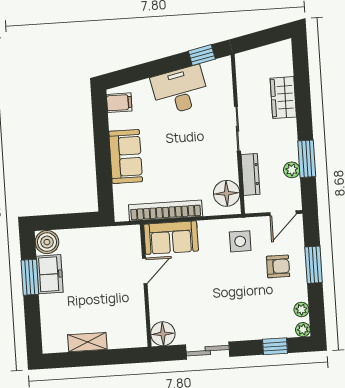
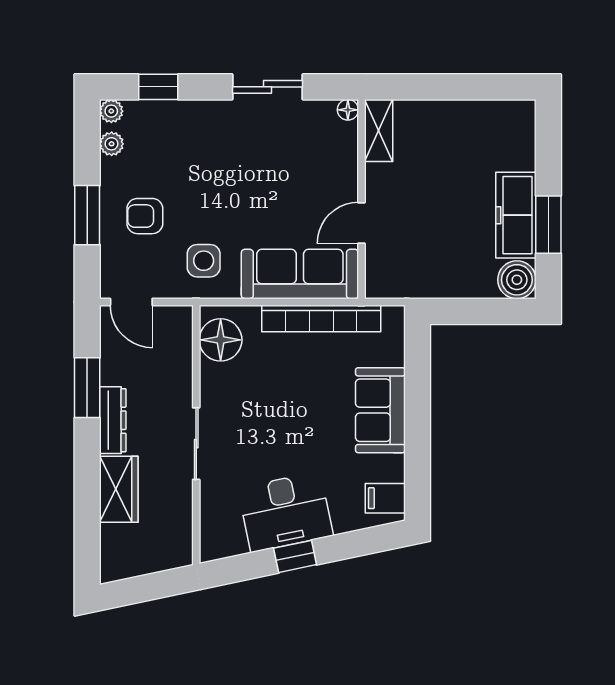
window: (202, 55) -> (295, 556), moved
plant: (292, 170) -> (113, 371), removed
dresser: (250, 174) -> (113, 420), moved, turned 180
door: (283, 213) -> (131, 302), swing flipped
sofa: (171, 238) -> (300, 274), width x1.36
freezer: (50, 274) -> (516, 215), width x1.40
floor lamp: (163, 334) -> (348, 110), width x0.53, depth x0.53
shelving: (87, 342) -> (379, 130), moved, turned 90

